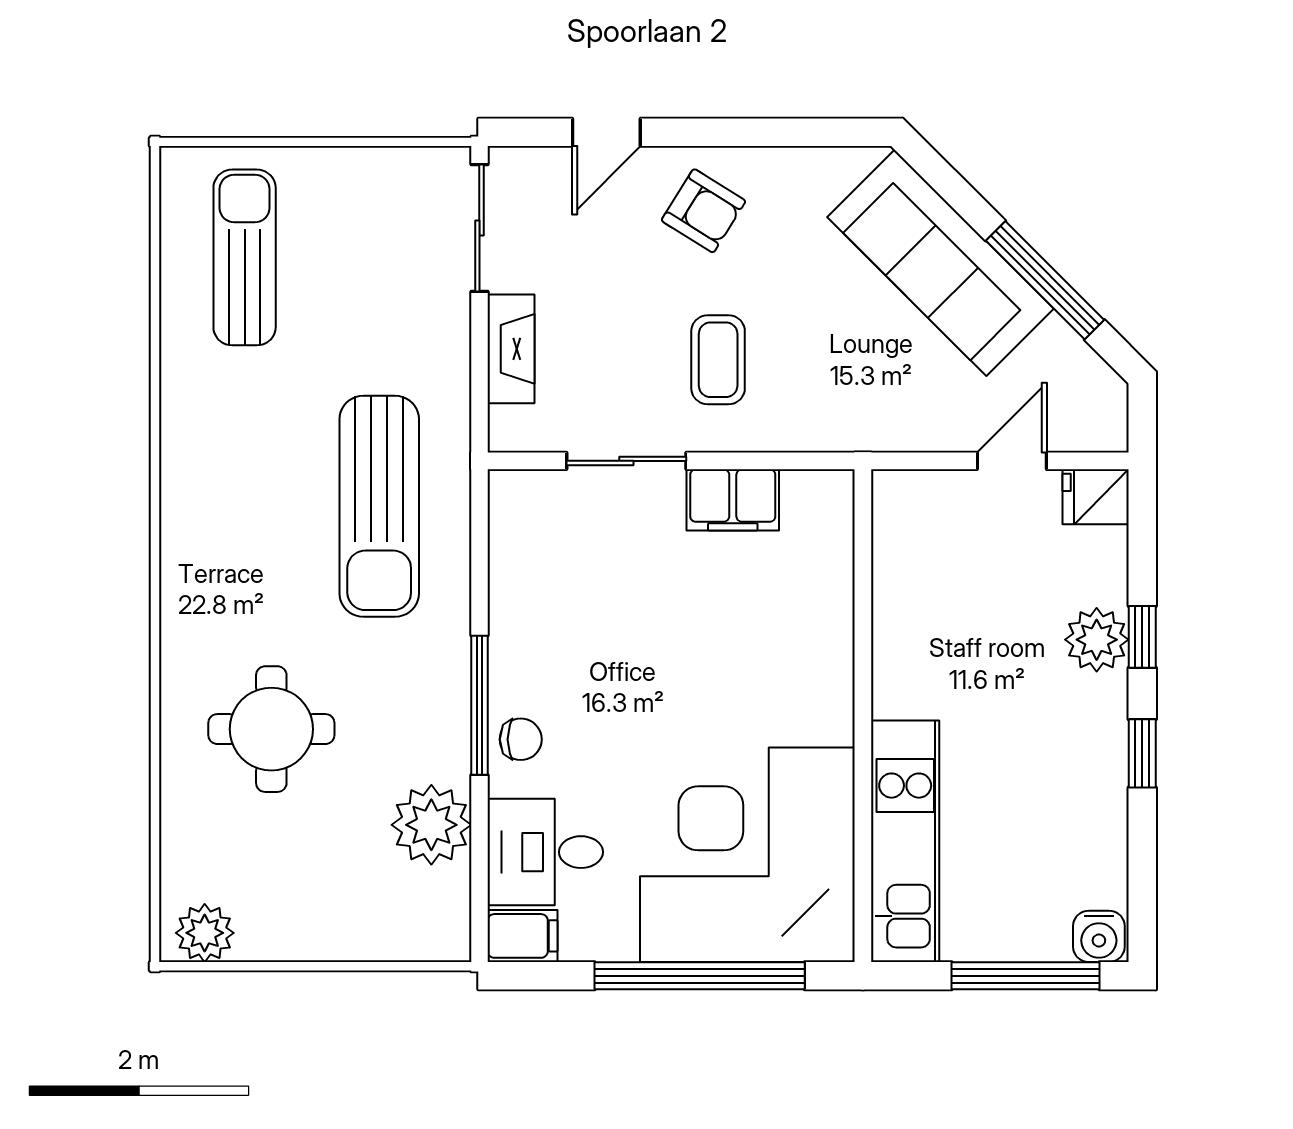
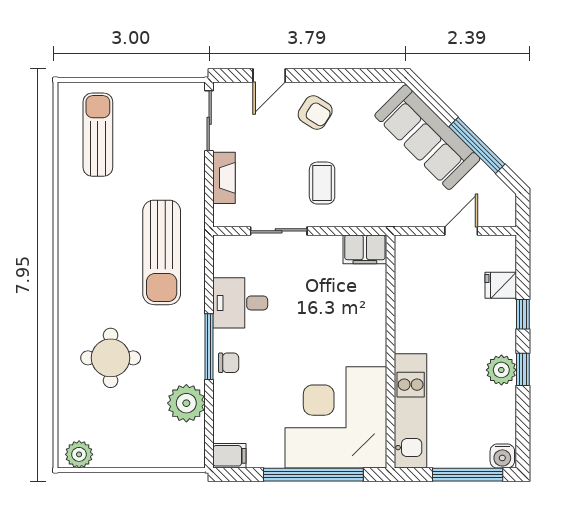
fridge: (1096, 497) -> (501, 285), moved
filing cabinet: (733, 500) -> (365, 249), moved
plant: (1097, 640) -> (501, 370), moved
desk: (545, 852) -> (240, 303), moved

